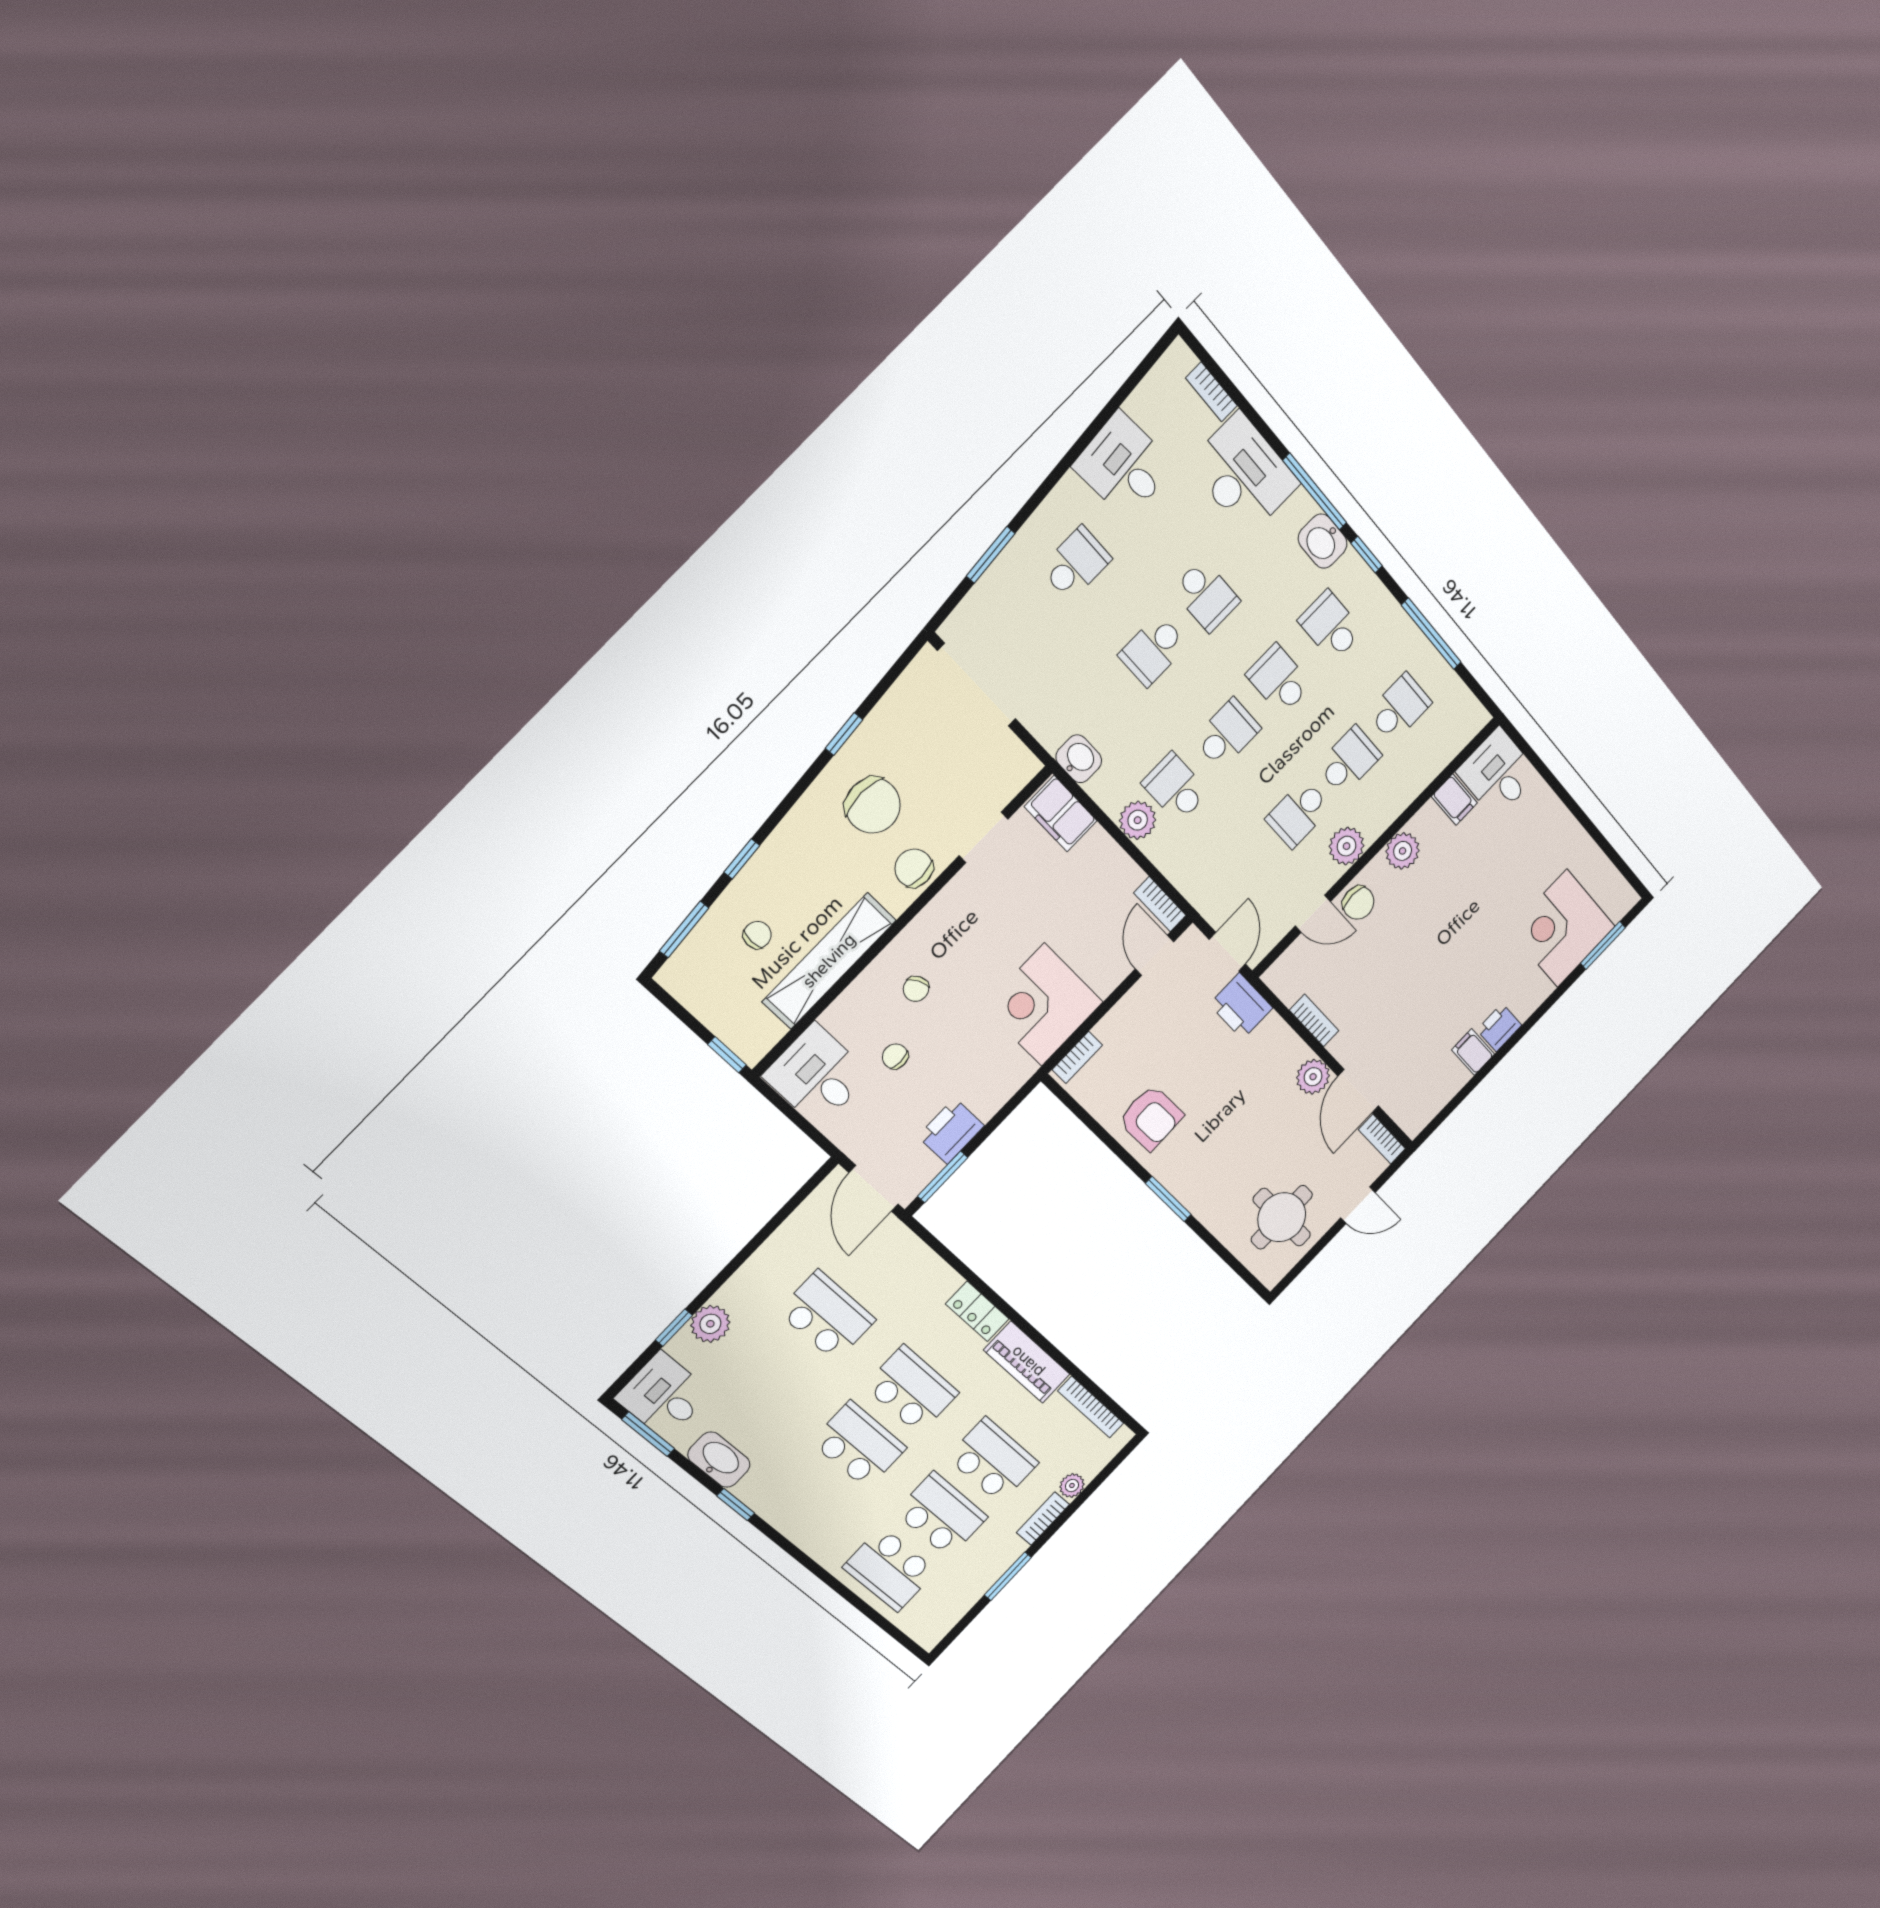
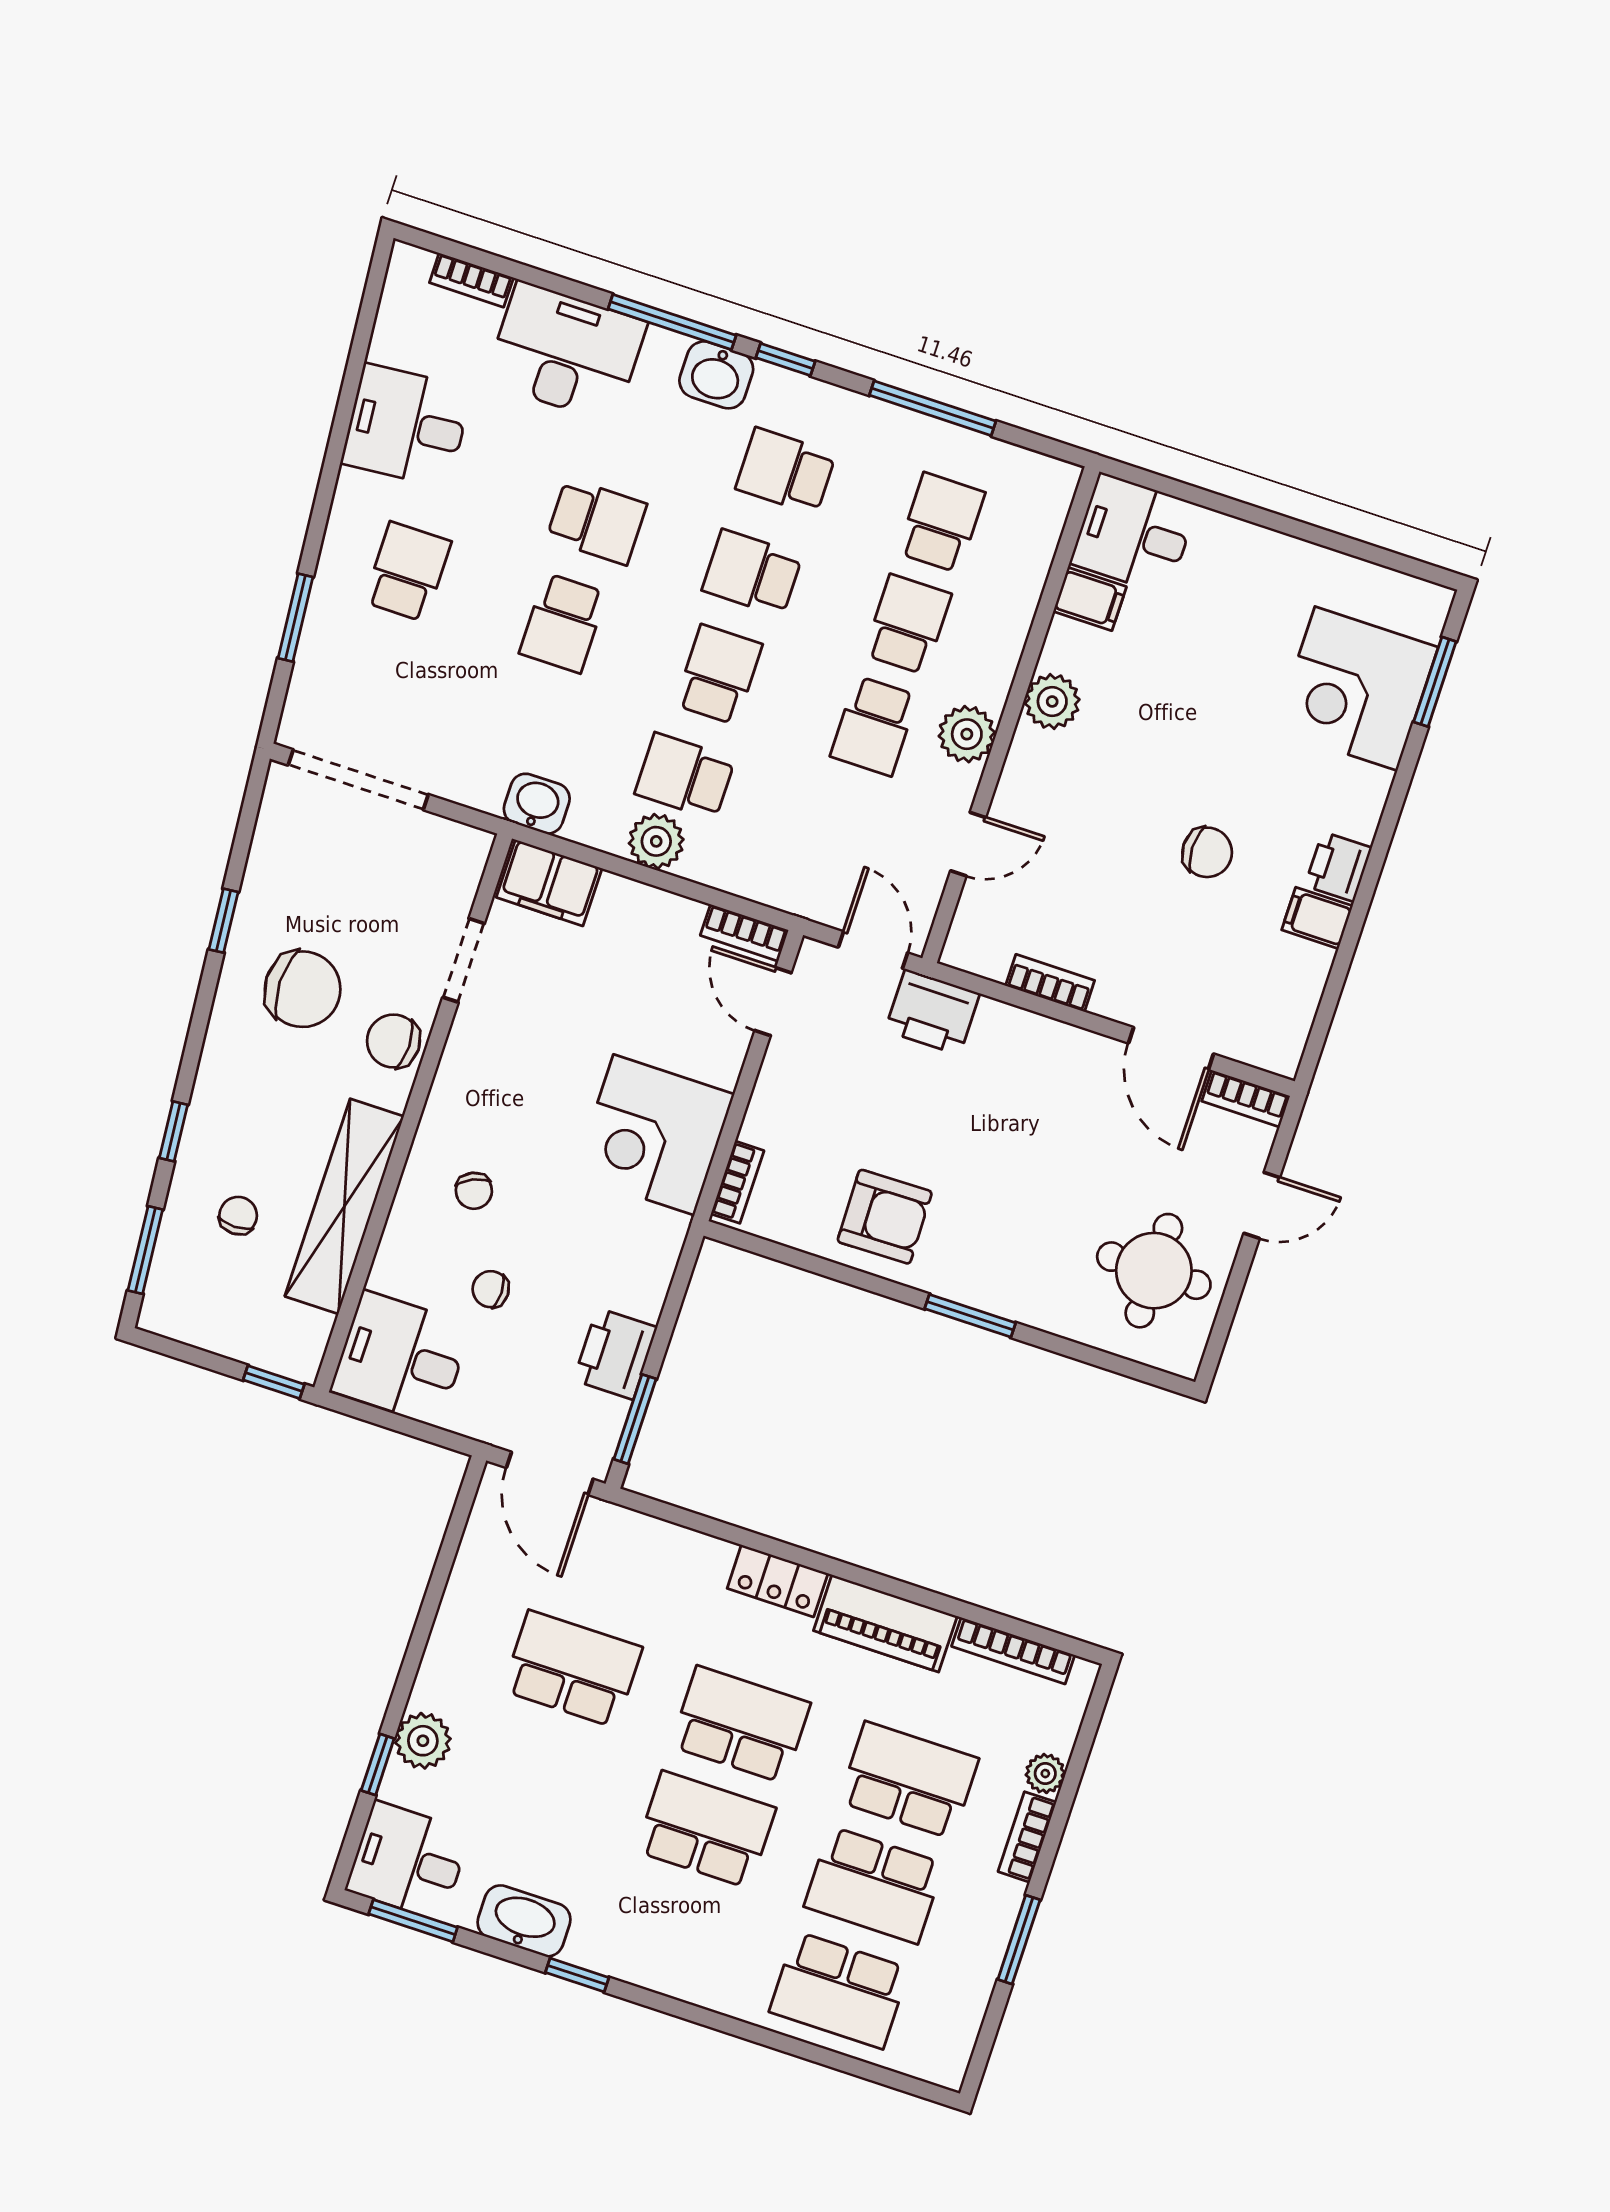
chair: (1358, 903) -> (1207, 852), moved
plant: (1313, 1077) -> (1092, 1059), removed
school desk: (941, 1515) -> (874, 1885), turned 180

